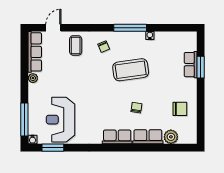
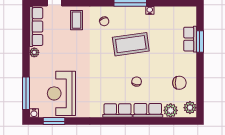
plant: (191, 134) -> (190, 108), added

